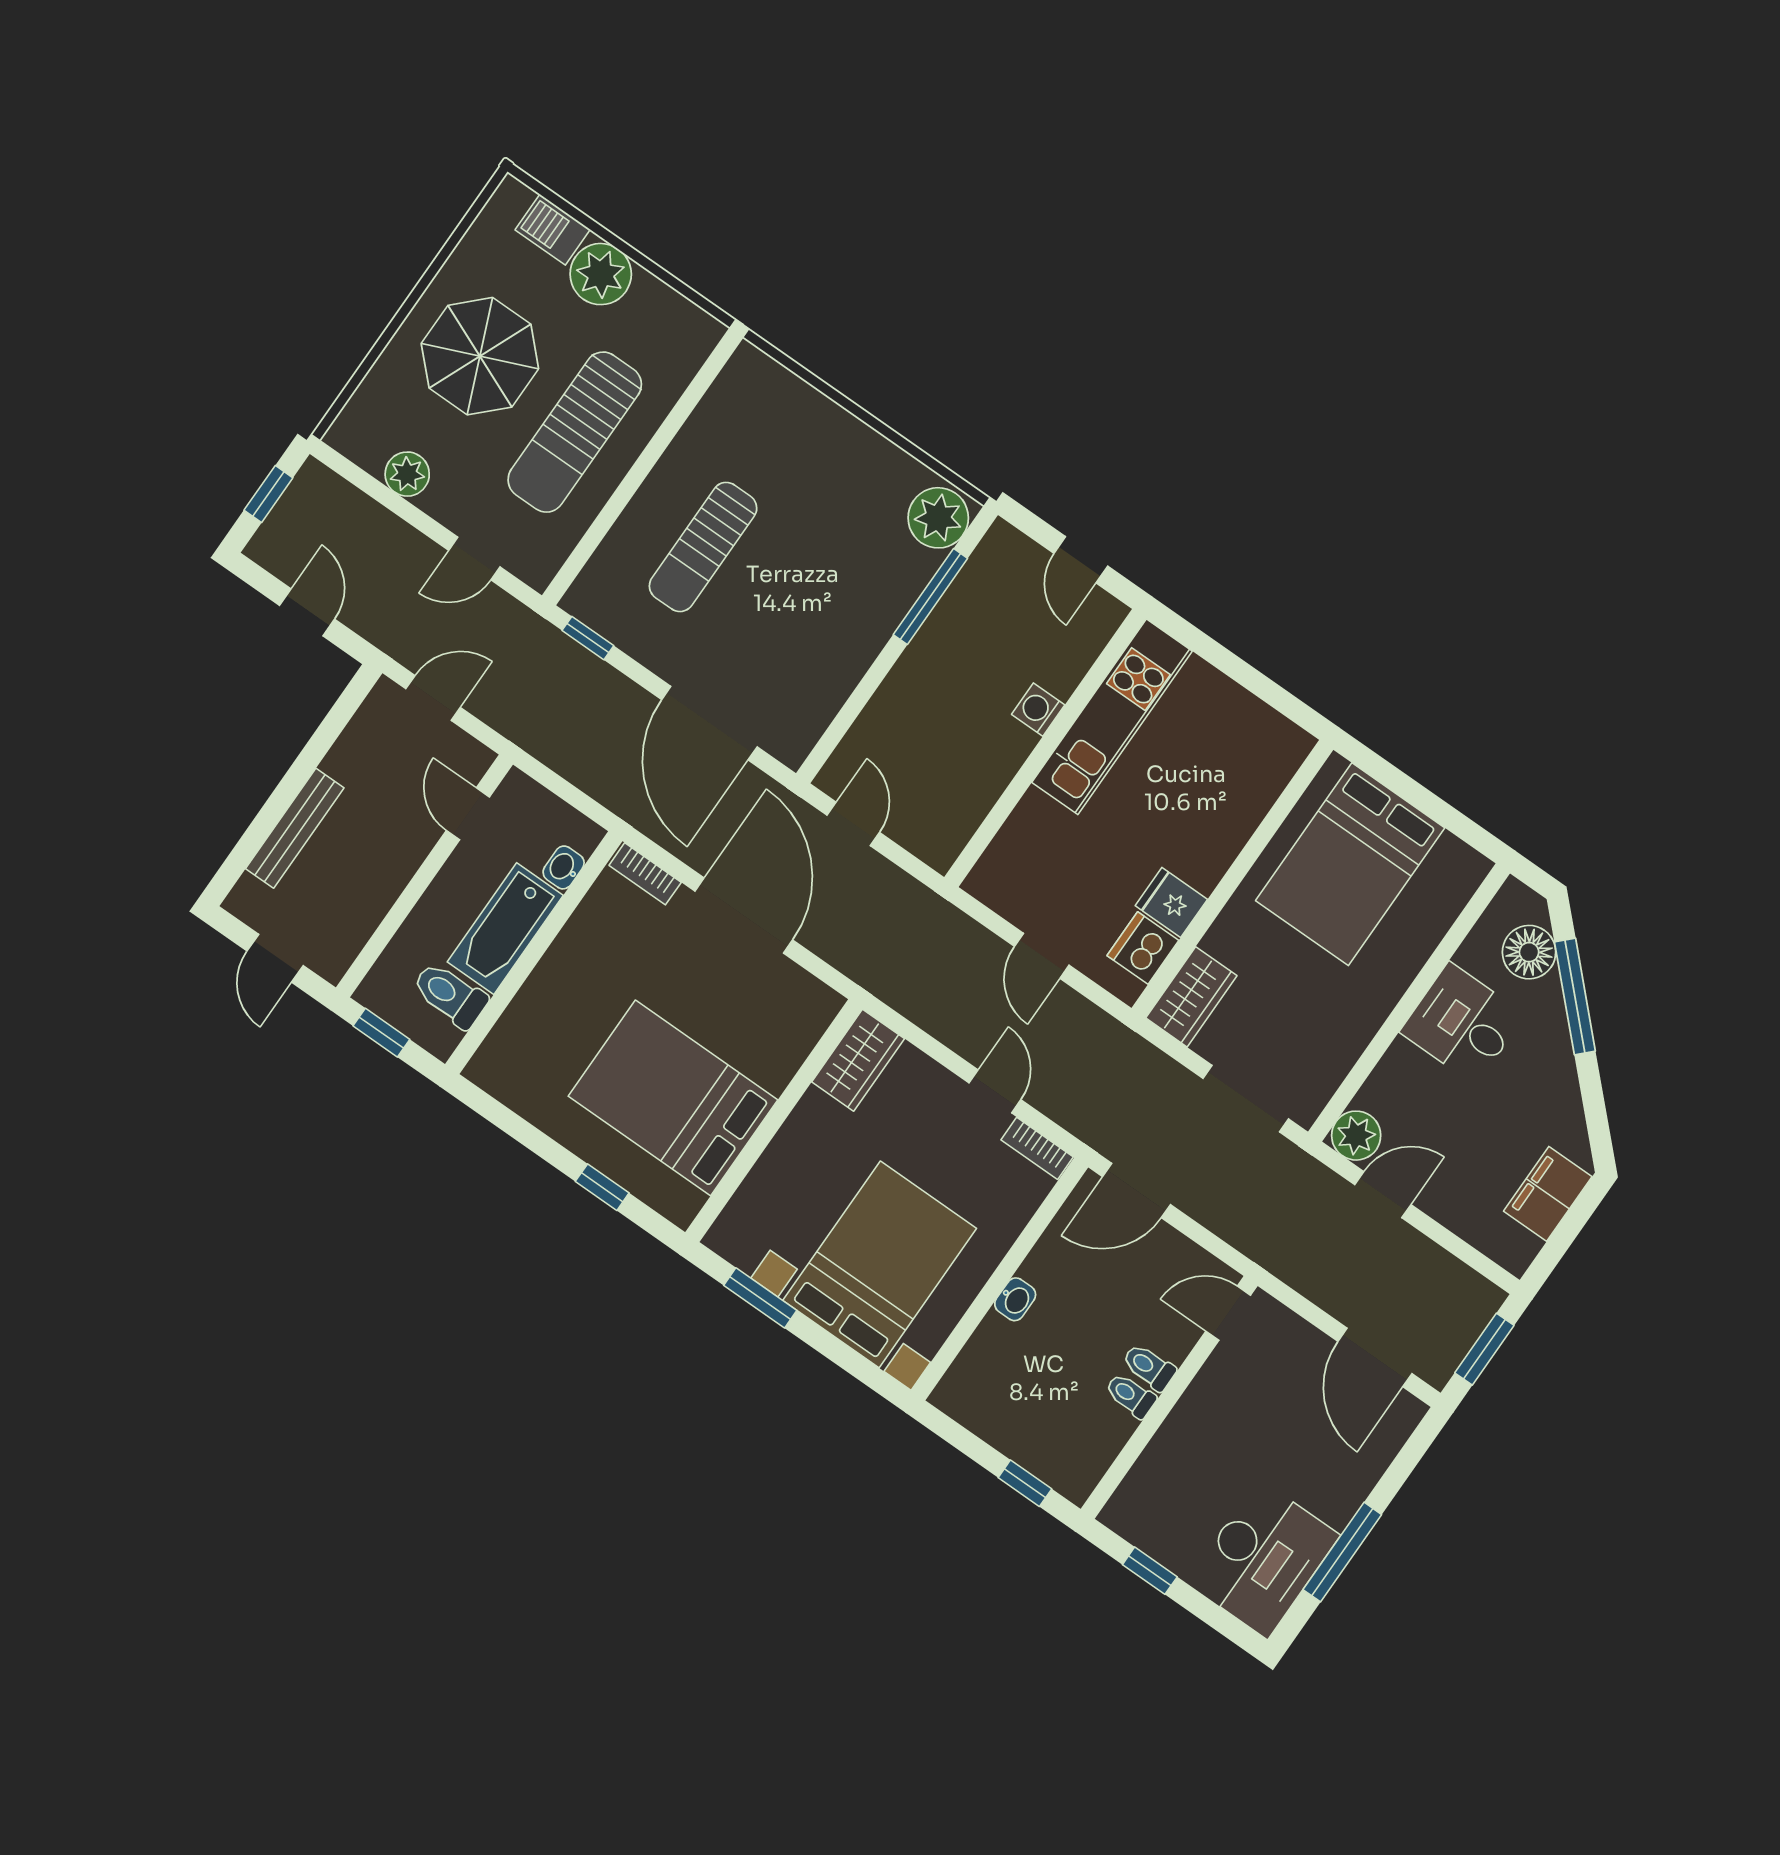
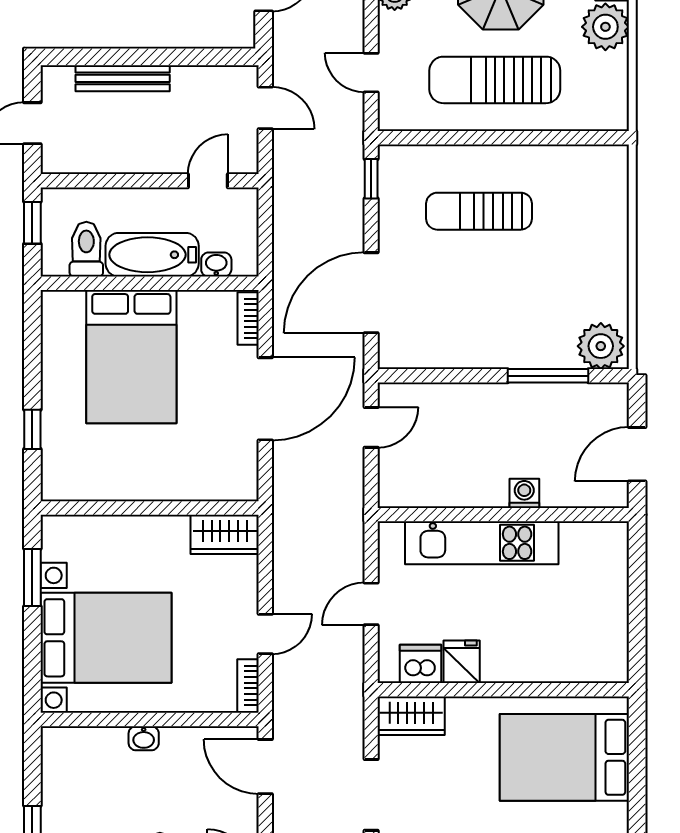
door: (1081, 560) -> (637, 454), width x1.38
kitchen unit: (1112, 717) -> (482, 543), moved
bed: (673, 1098) -> (131, 357), moved, turned 180

